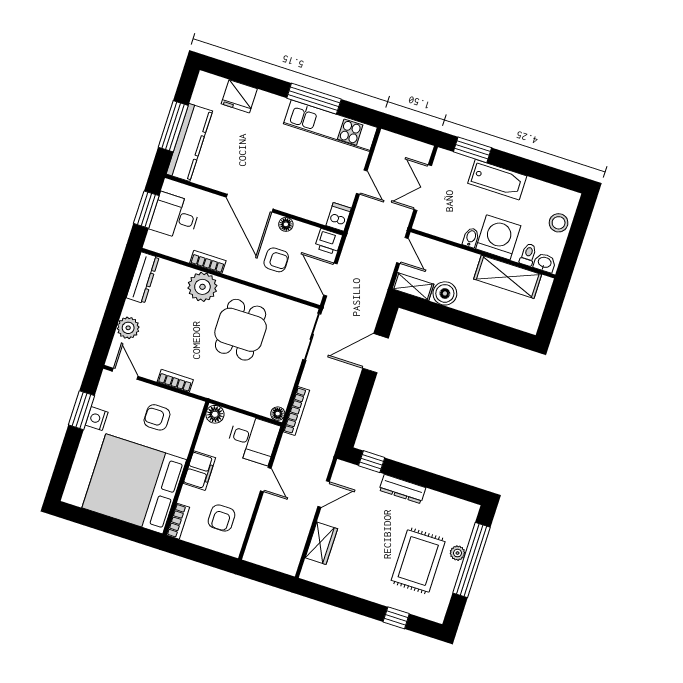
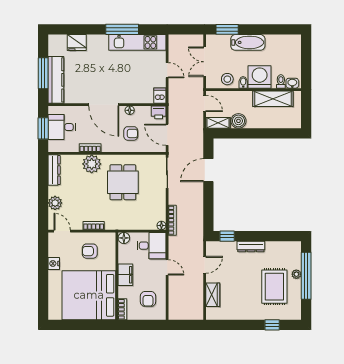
stool: (559, 223) -> (227, 79), moved
window: (82, 410) -> (43, 261), removed

